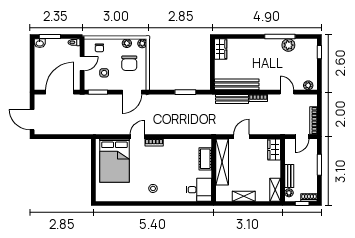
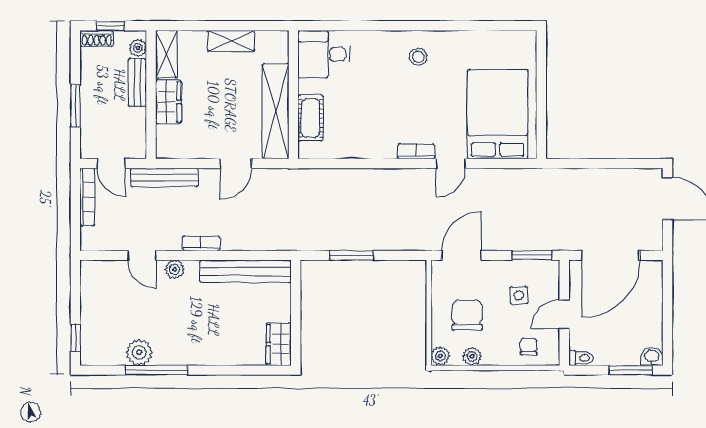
plant: (308, 85) -> (175, 269), moved
bench: (232, 99) -> (164, 178), moved
door: (302, 137) -> (111, 164), swing flipped
wardrobe: (274, 150) -> (168, 102), moved

